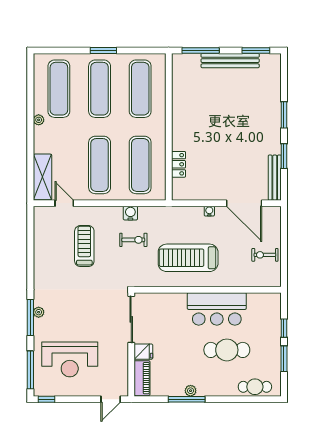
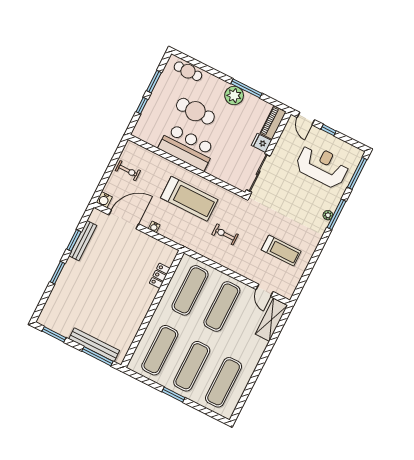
bench: (230, 61) -> (94, 345), moved
plant: (39, 120) -> (252, 366), removed
bench: (275, 178) -> (83, 241), moved
door: (244, 203) -> (124, 219), hinge flipped
water cooler: (130, 213) -> (104, 200), moved
treadmill: (84, 246) -> (281, 251), moved, turned -90
plant: (191, 391) -> (234, 95), width x1.88, depth x1.88
window: (46, 399) -> (329, 130), moved
door: (111, 399) -> (306, 119), swing flipped

